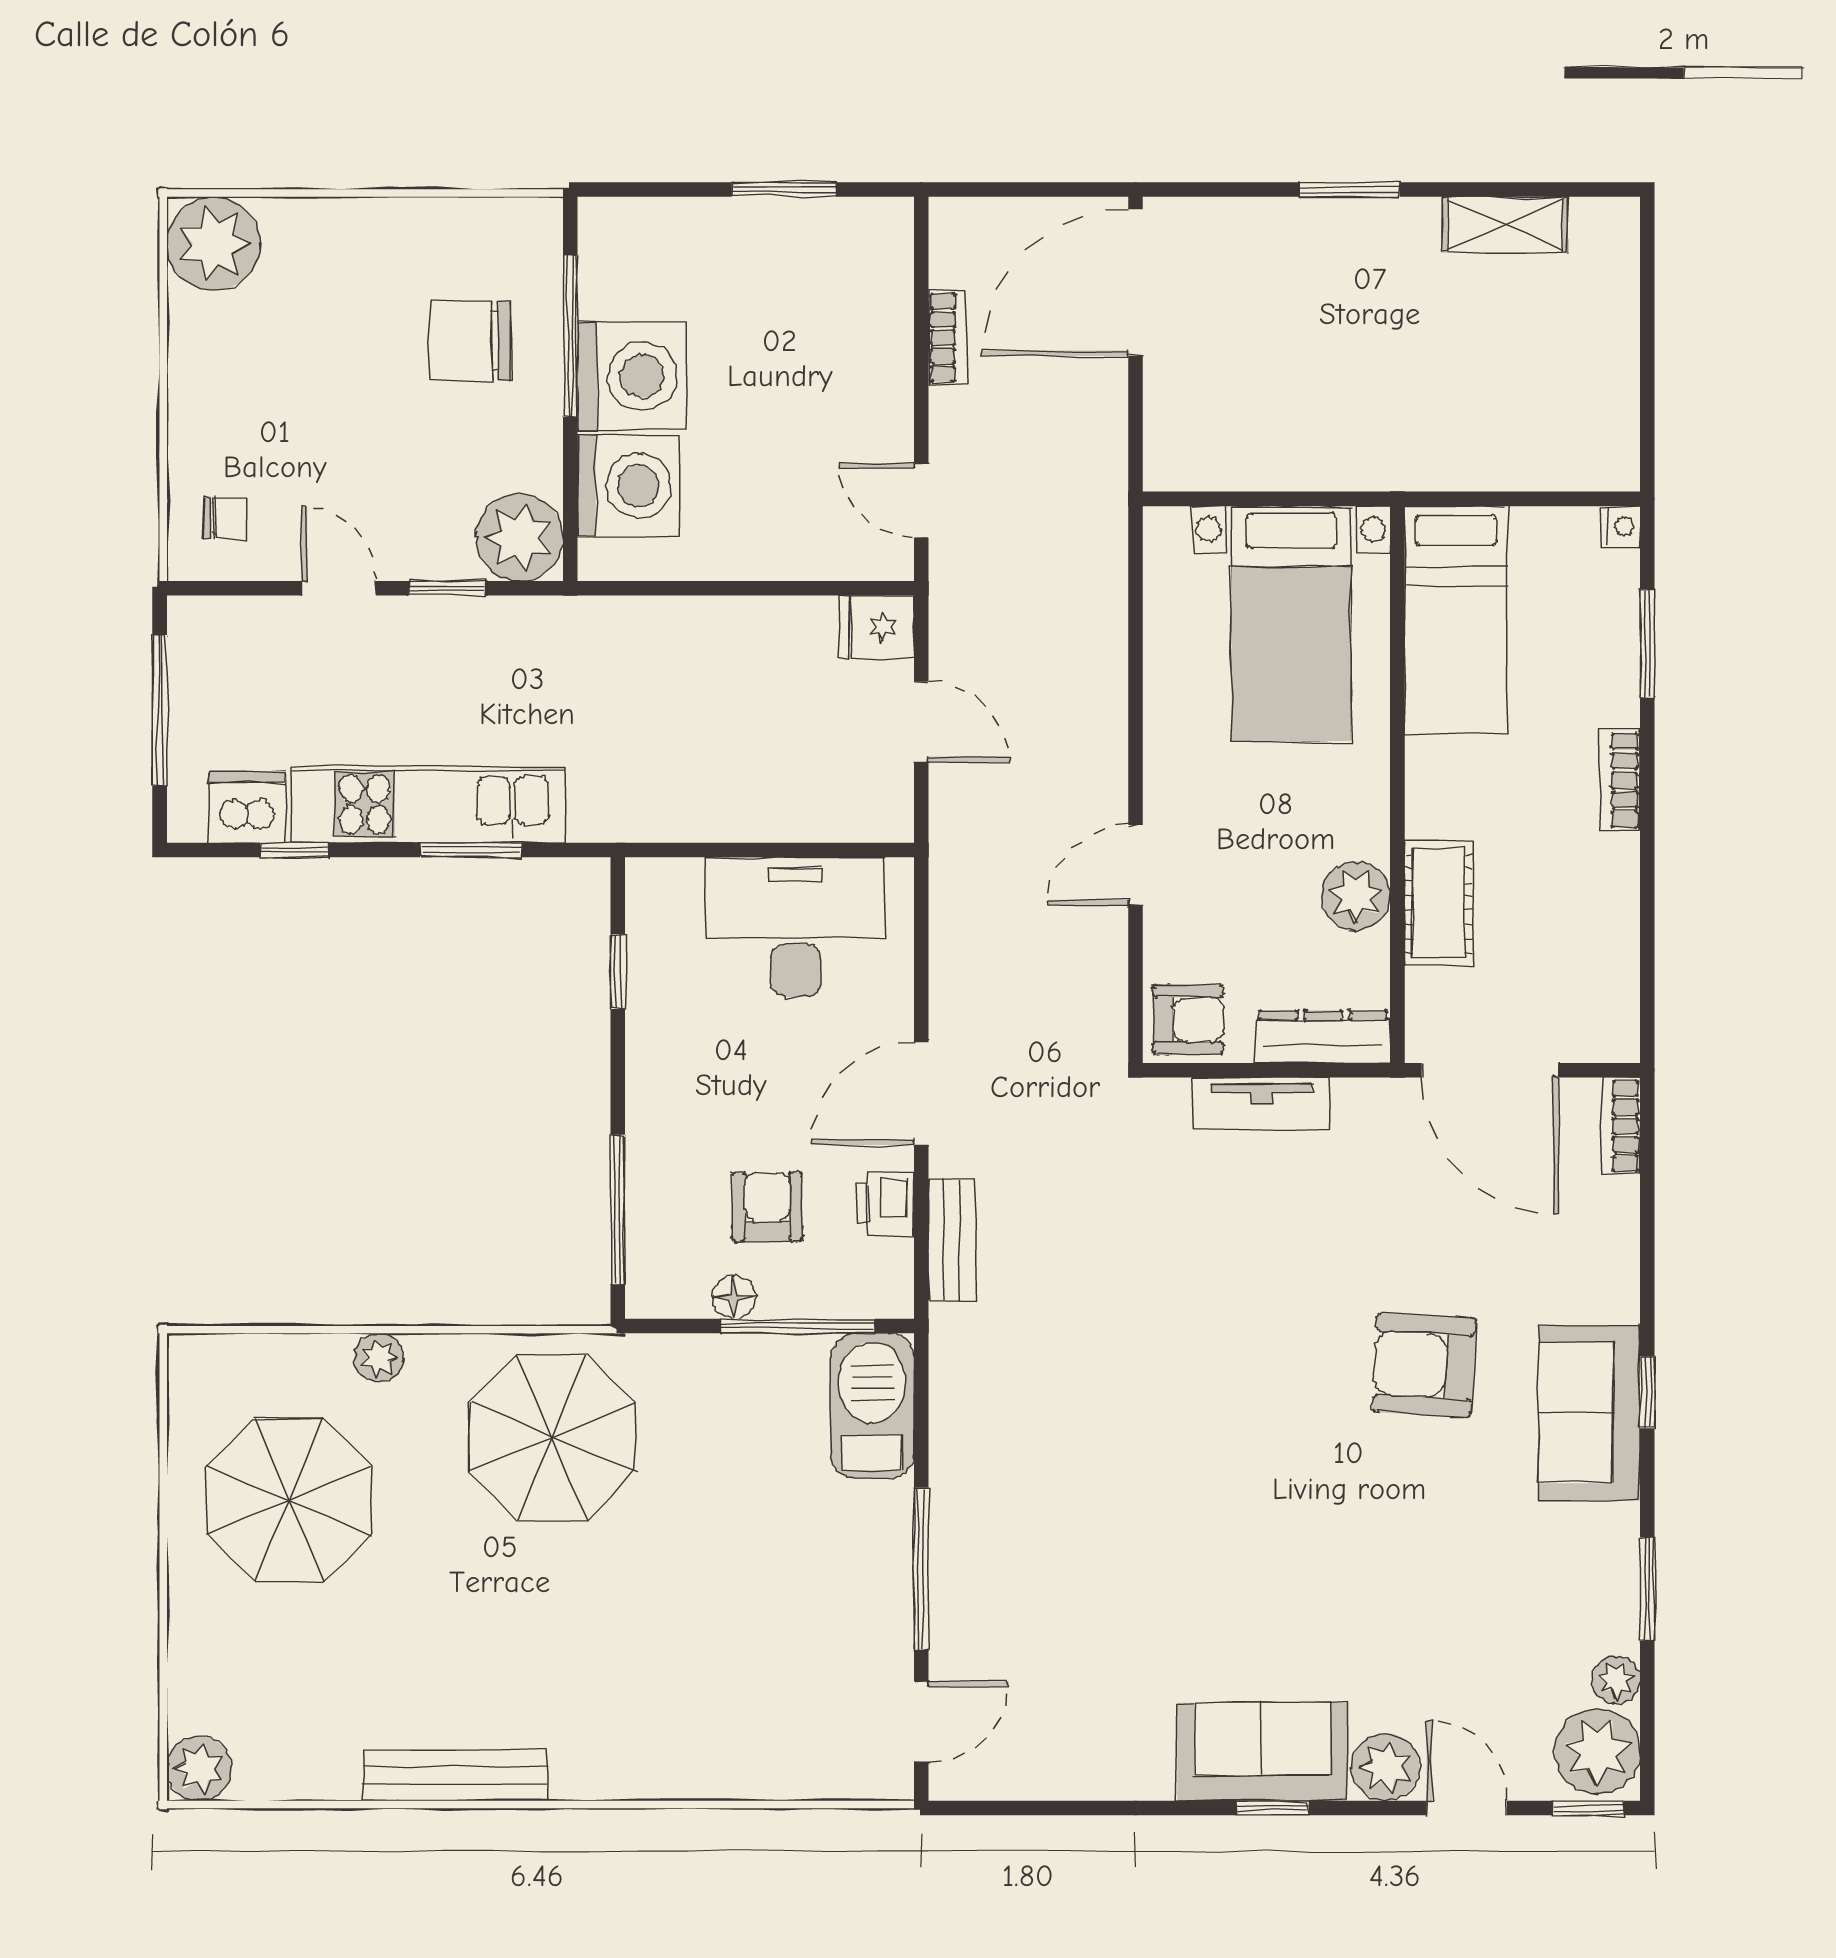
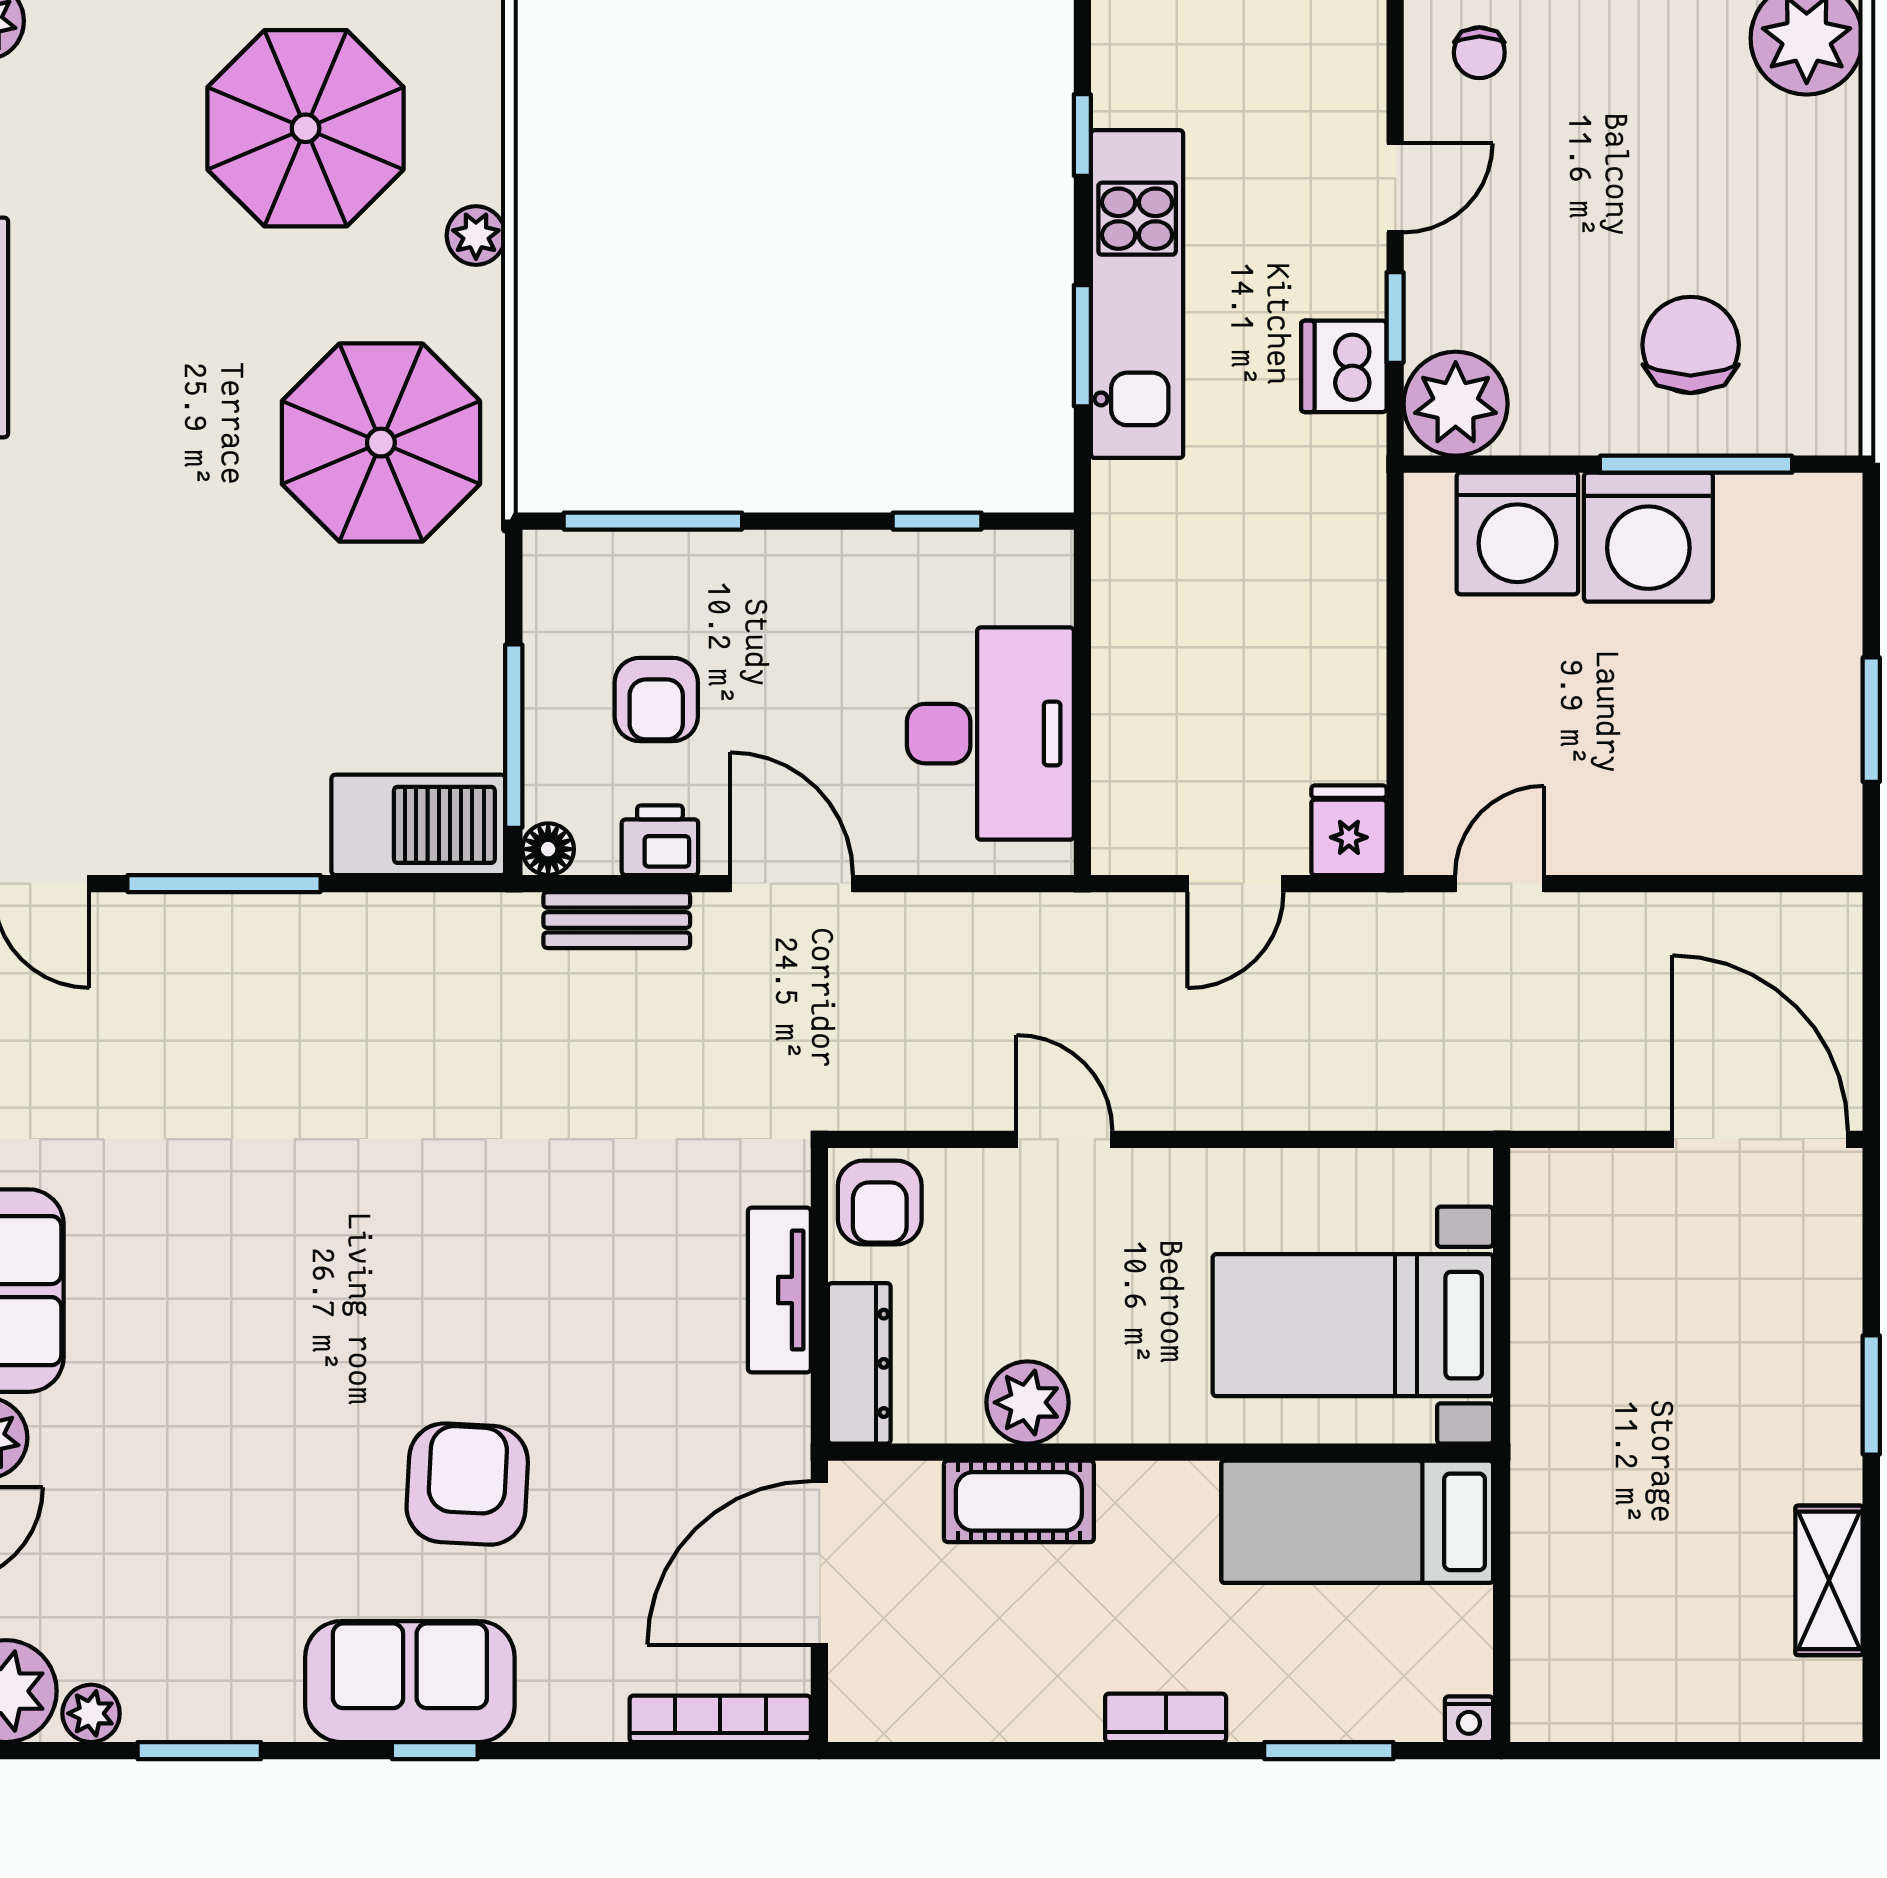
bookcase: (947, 338) -> (1694, 915), removed
dishwasher: (248, 807) -> (1344, 366), moved, turned 180
bookcase: (1621, 1126) -> (720, 1719), width x1.56
armchair: (767, 1207) -> (656, 699), turned 90
floor lamp: (734, 1297) -> (548, 849), moved

